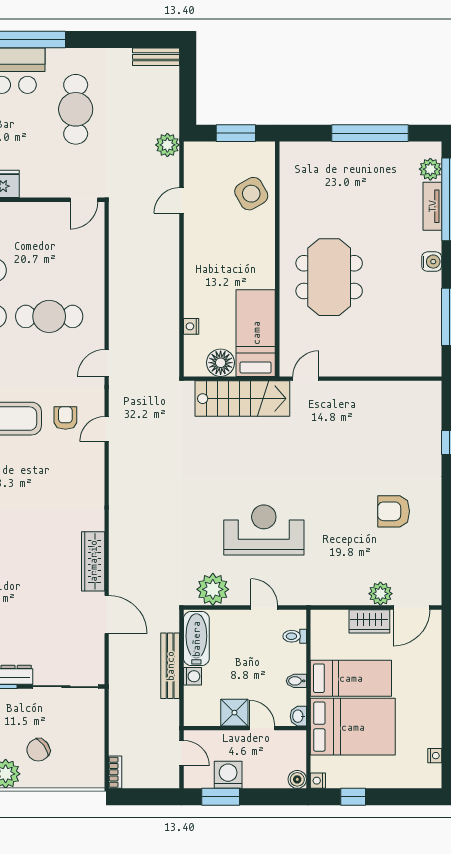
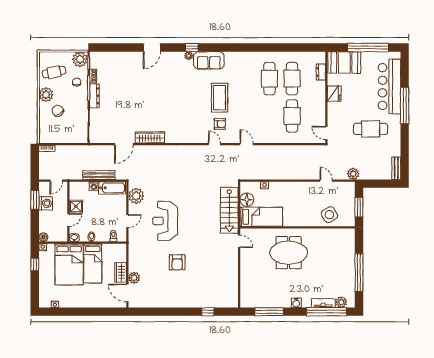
cafe table: (49, 316) -> (292, 116), moved
armchair: (394, 511) -> (177, 262), moved, turned 180
reception desk: (264, 530) -> (165, 221), turned 180

